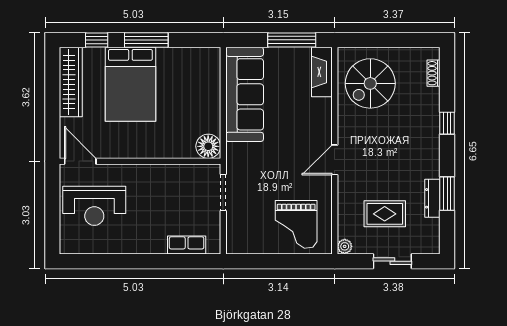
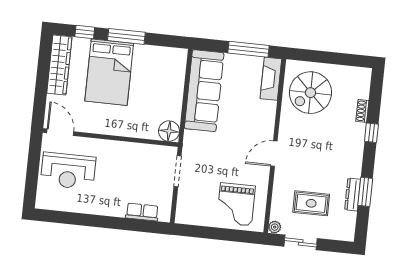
shoe rack: (434, 73) -> (362, 111), moved
sliding door: (392, 261) -> (301, 242), moved

